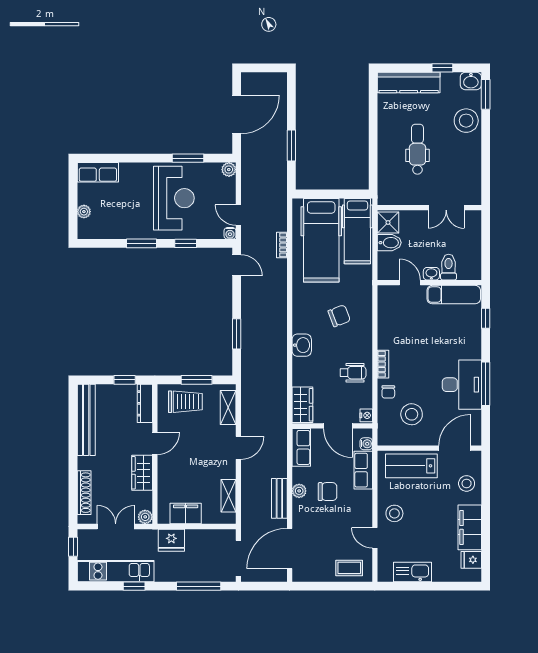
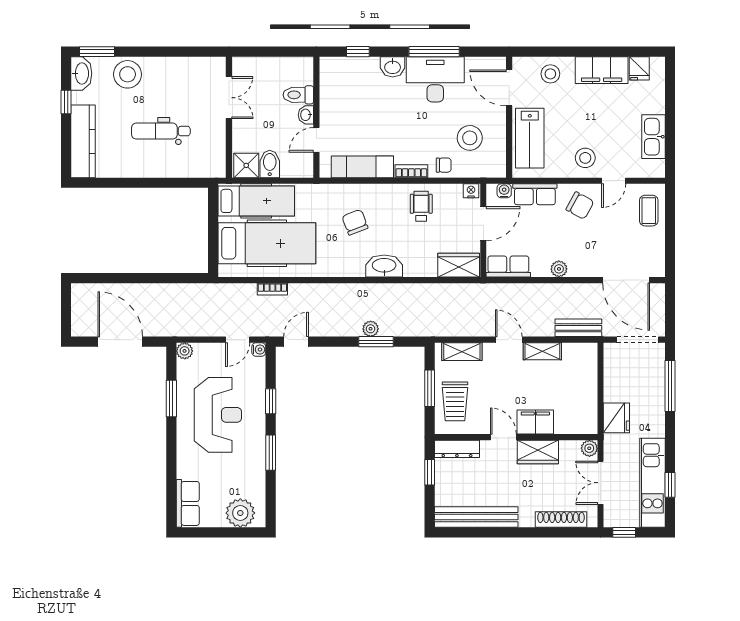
washbasin: (471, 81) -> (81, 73), width x1.38
window: (291, 145) -> (156, 278), removed
reception desk: (174, 198) -> (218, 415), turned 90
plant: (84, 212) -> (240, 513), width x1.87, depth x1.87
exam couch: (454, 295) -> (362, 167), moved, turned -90
plant: (248, 329) -> (371, 329), added
washbasin: (302, 345) -> (384, 266), width x1.38
washbasin: (473, 348) -> (393, 67), added
trolley: (185, 402) -> (455, 401), turned 180
chair: (328, 492) -> (580, 206), moved, turned 119
shelving: (228, 496) -> (542, 351), moved
bench: (279, 498) -> (578, 328), moved
filing cabinet: (186, 514) -> (535, 422), moved, turned 90
window: (134, 586) -> (670, 485), moved

